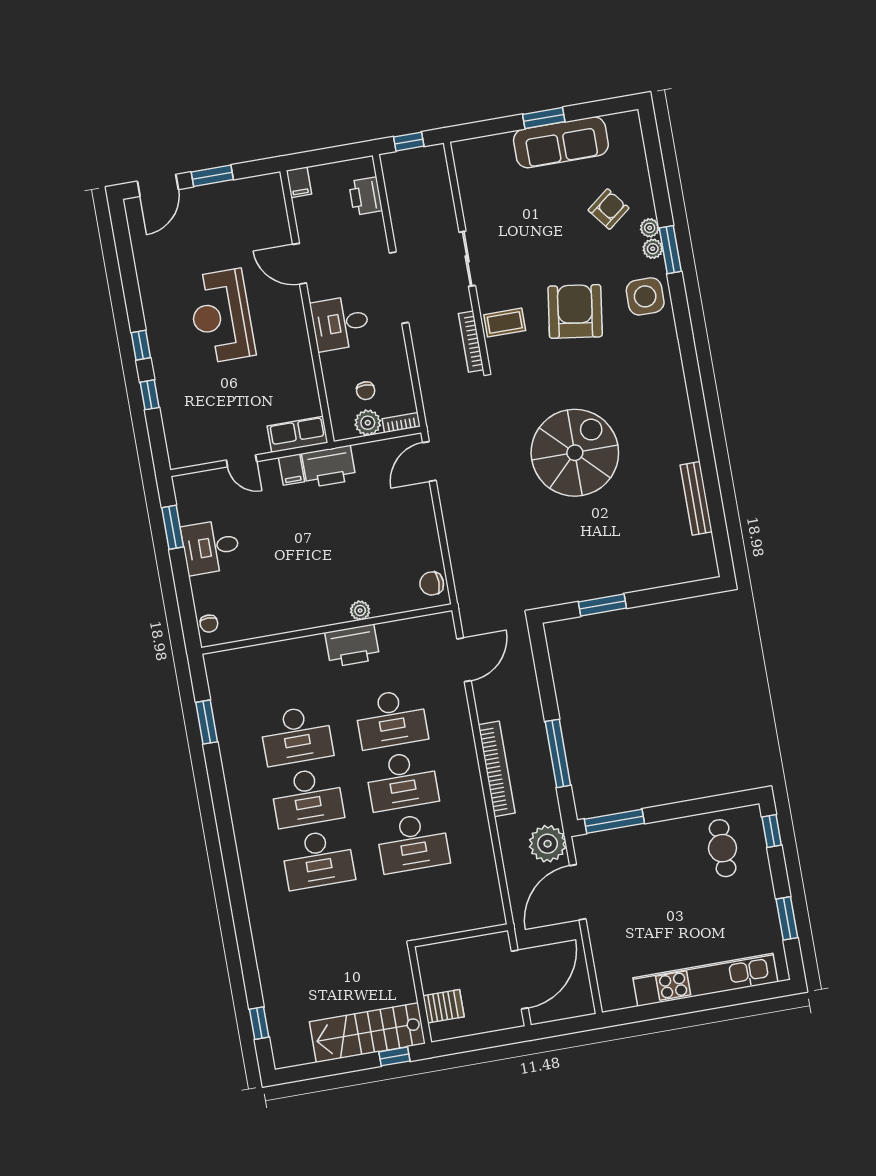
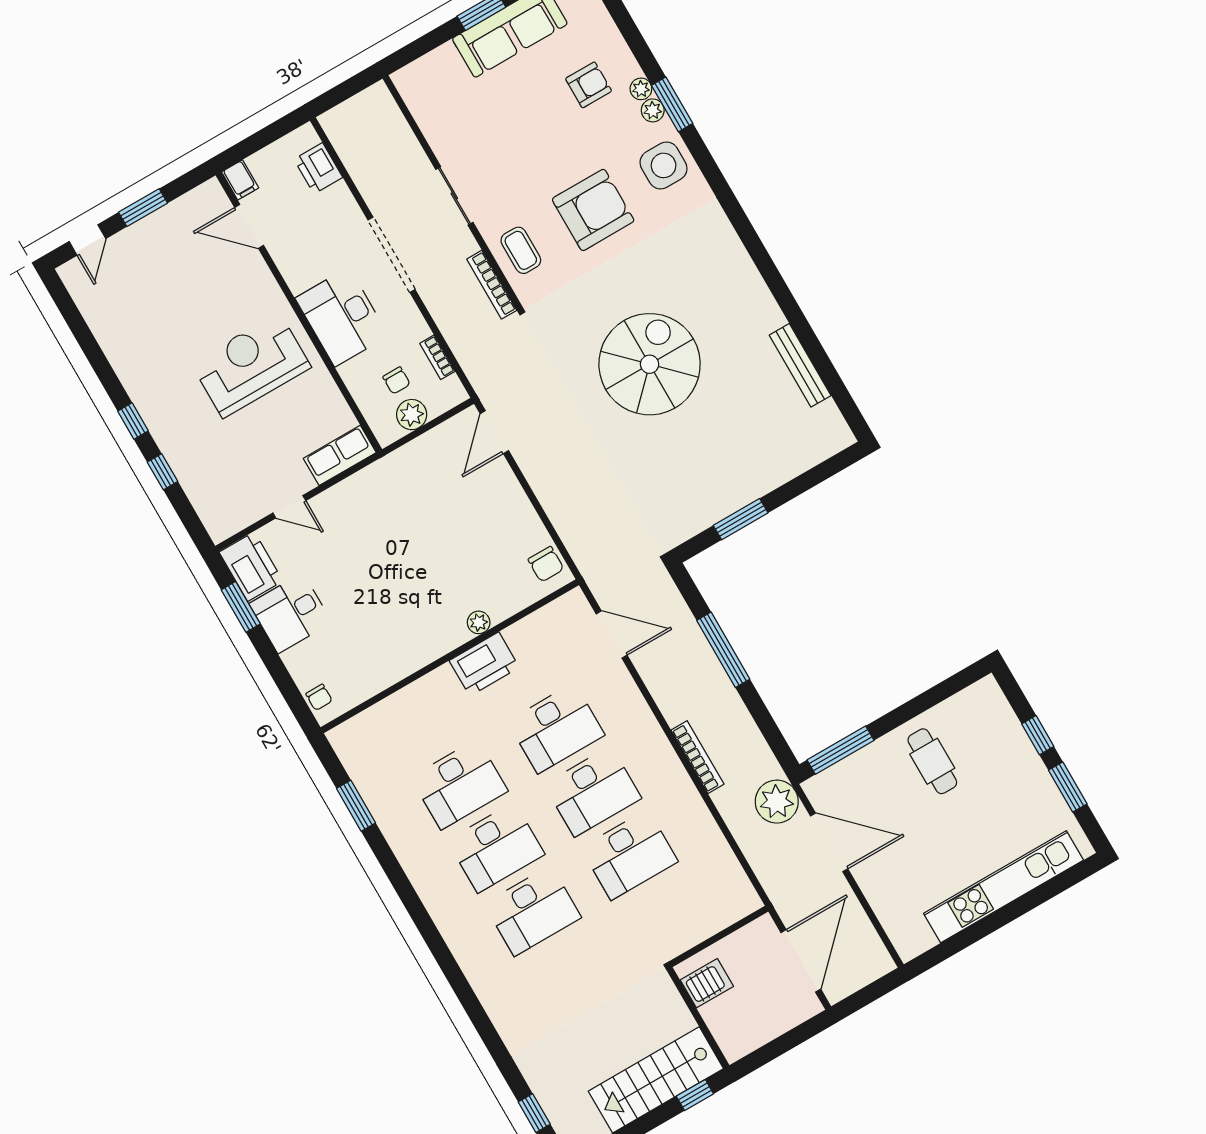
window: (409, 142) -> (343, 91), removed
door: (158, 185) -> (87, 240), width x0.73
armchair: (609, 209) -> (589, 85), turned 38
door: (300, 264) -> (249, 226), moved
armchair: (575, 311) -> (593, 210), turned 82
reception desk: (221, 316) -> (251, 365), moved, turned 90
desk: (340, 323) -> (342, 317), width x1.37
coffee table: (505, 323) -> (521, 250), turned 90
bookcase: (401, 423) -> (437, 357), moved, turned -90
printer: (329, 467) -> (251, 567), moved, turned -90
filing cabinet: (291, 470) -> (347, 496), removed
chair: (432, 583) -> (546, 564), turned -90
door: (464, 660) -> (612, 634), hinge flipped
window: (558, 753) -> (723, 650), moved
bookcase: (497, 769) -> (698, 757), width x0.68, depth x0.76
window: (772, 831) -> (1038, 735), moved
cafe table: (723, 848) -> (932, 761), moved
door: (578, 892) -> (829, 842), swing flipped
server rack: (444, 1006) -> (707, 983), moved

